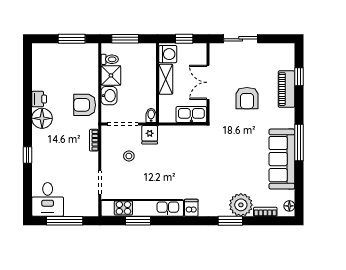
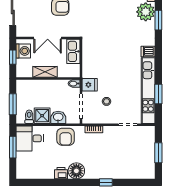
washing machine: (168, 54) -> (23, 51), moved, turned 90
desk: (48, 199) -> (30, 138), moved, turned 180
window: (65, 221) -> (158, 153), width x0.69

